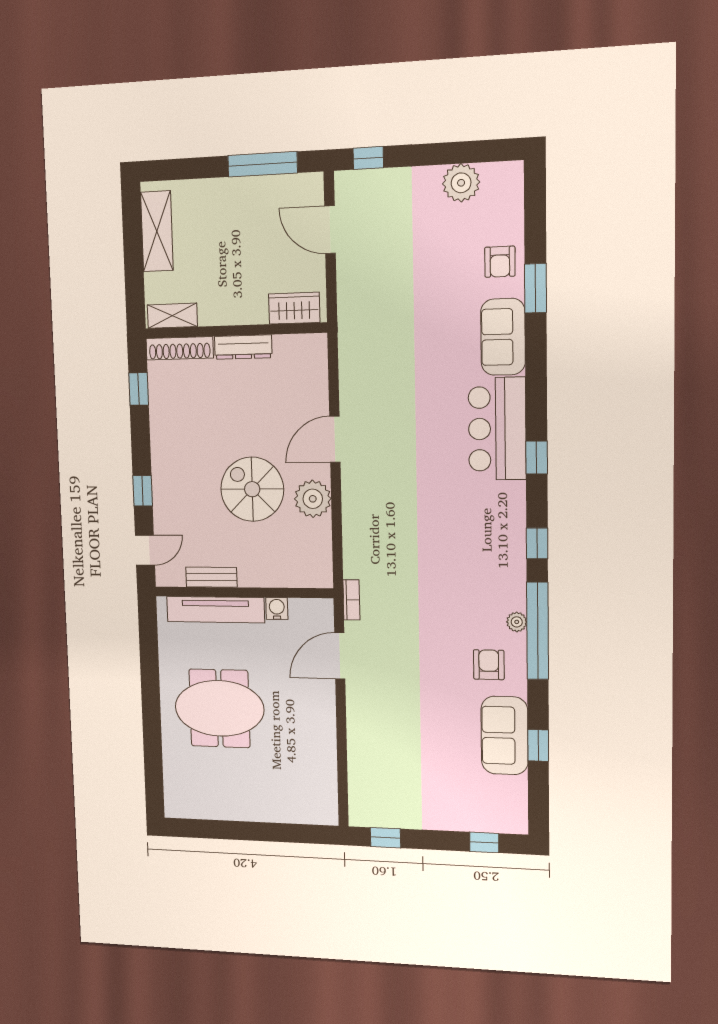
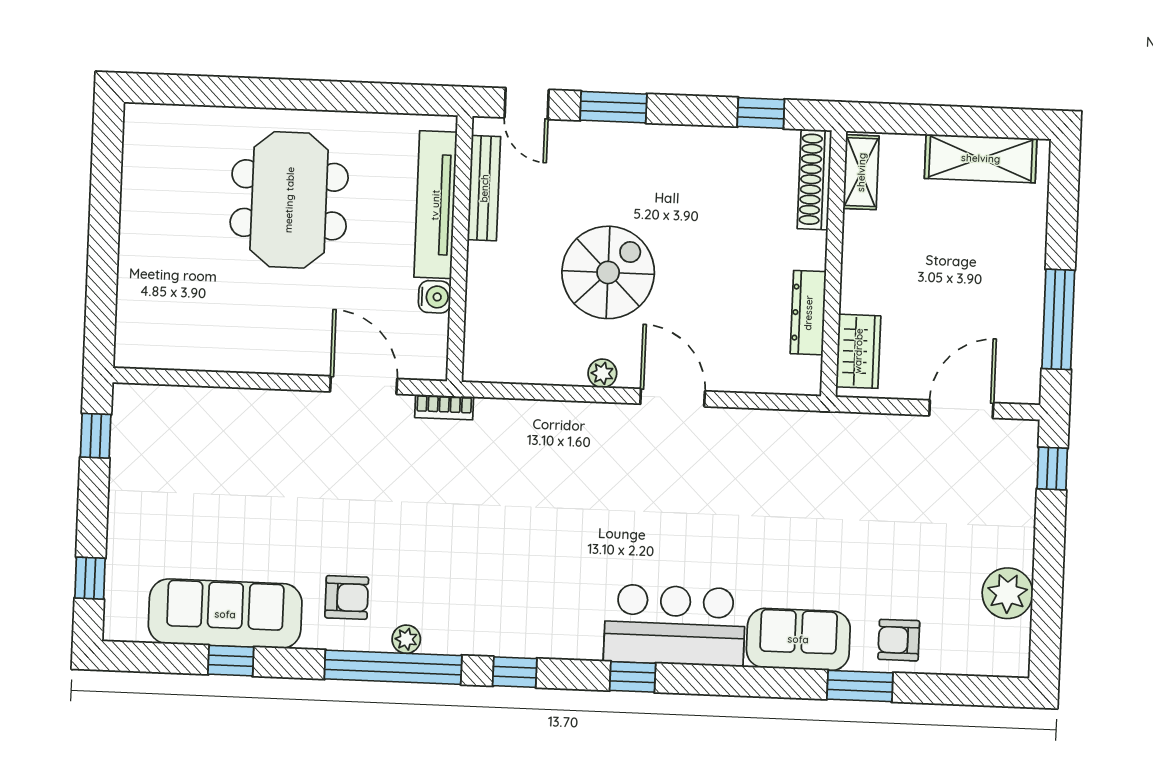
dresser: (243, 347) -> (808, 313), moved
window: (143, 491) -> (613, 107), width x1.50
plant: (313, 499) -> (602, 373), width x0.53, depth x0.53
bench: (211, 577) -> (484, 188), width x1.36
sofa: (505, 735) -> (225, 614), width x1.36

